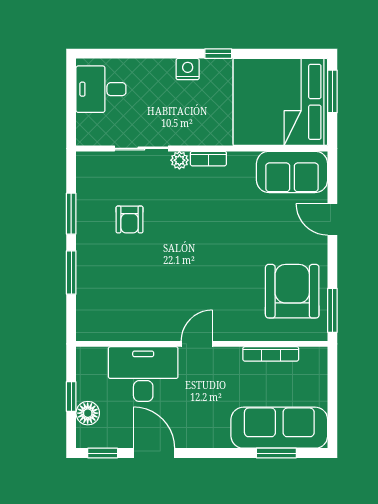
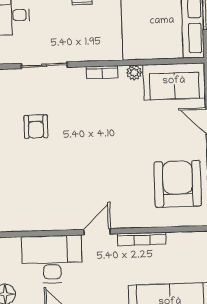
plant: (179, 160) -> (134, 73), moved
bookcase: (271, 354) -> (142, 239), moved

